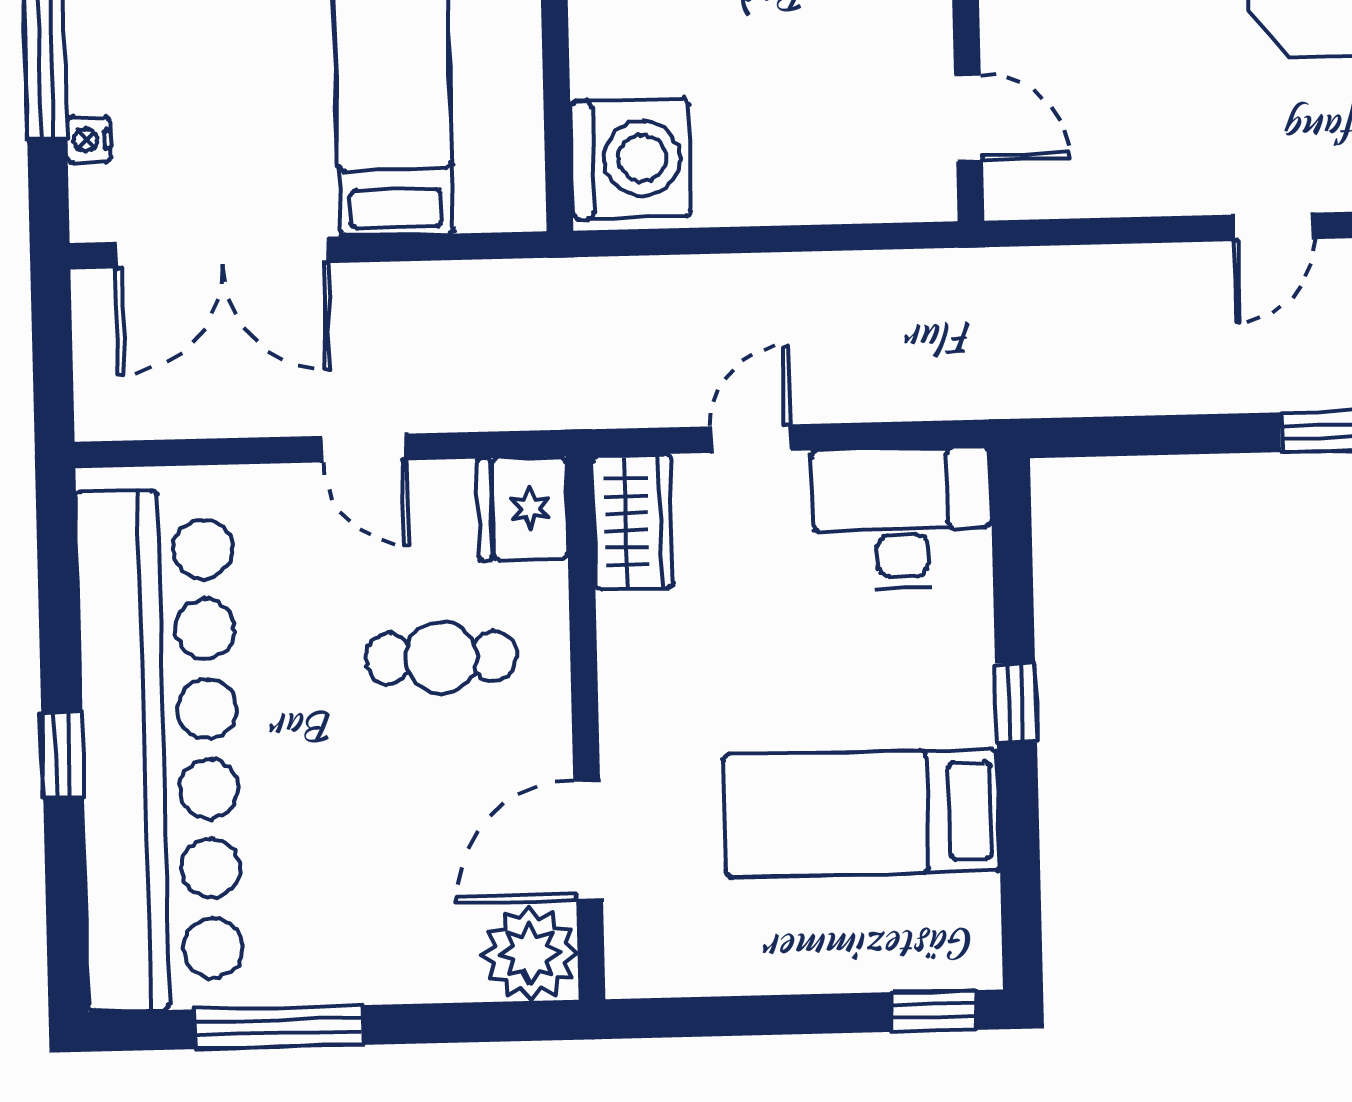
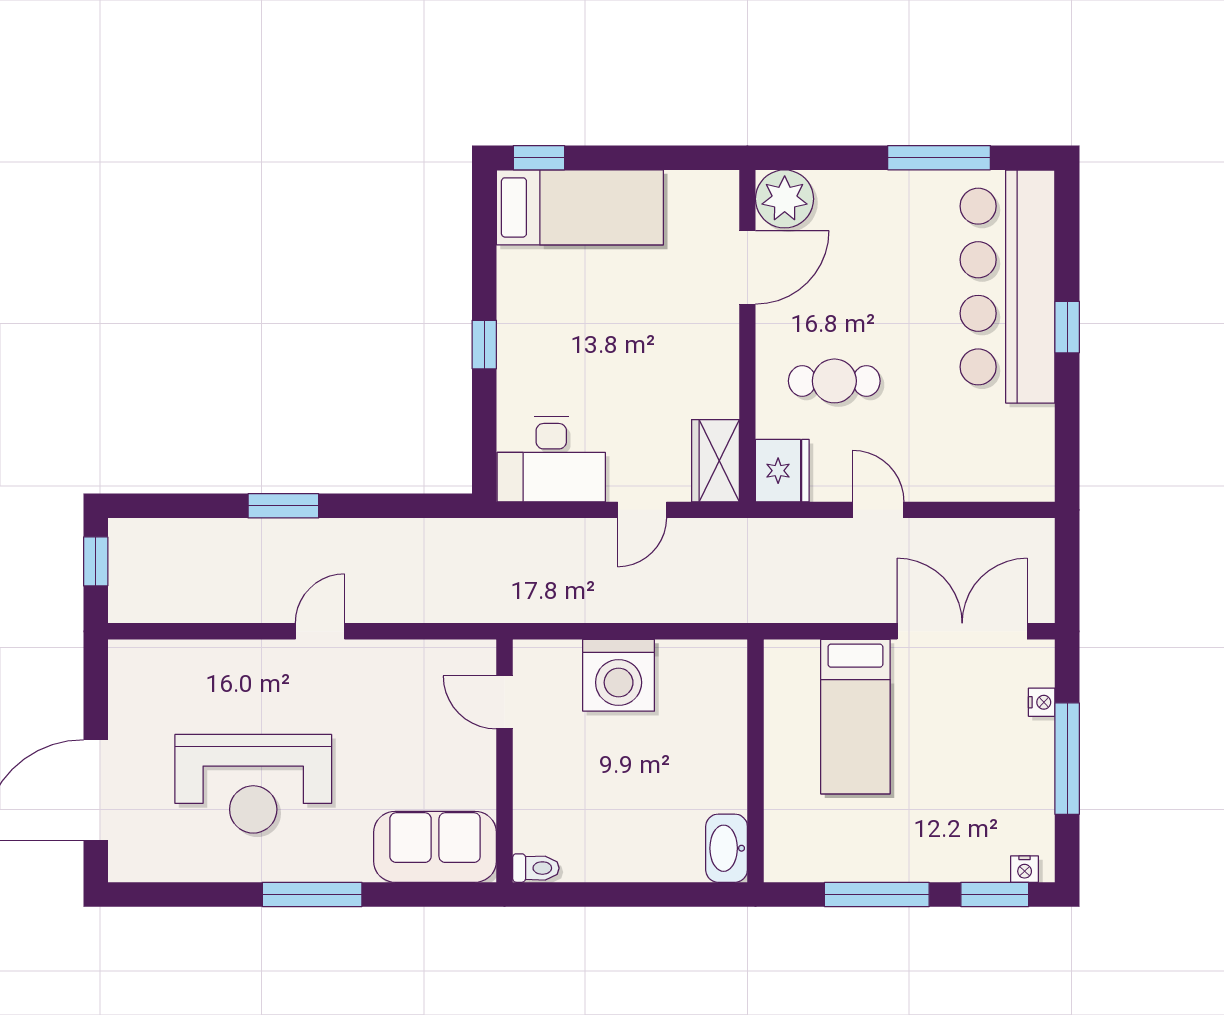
washing machine: (630, 159) -> (619, 675), moved, turned -90
bar counter: (160, 750) -> (1008, 287), width x0.73
bed: (862, 813) -> (580, 207), moved

